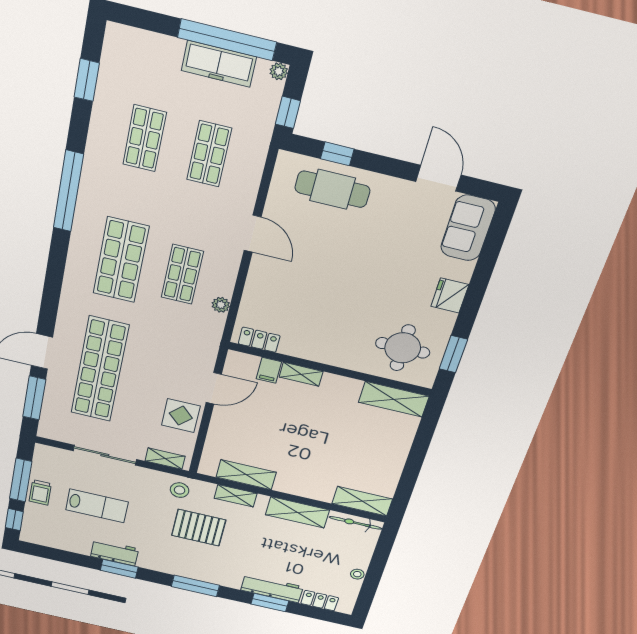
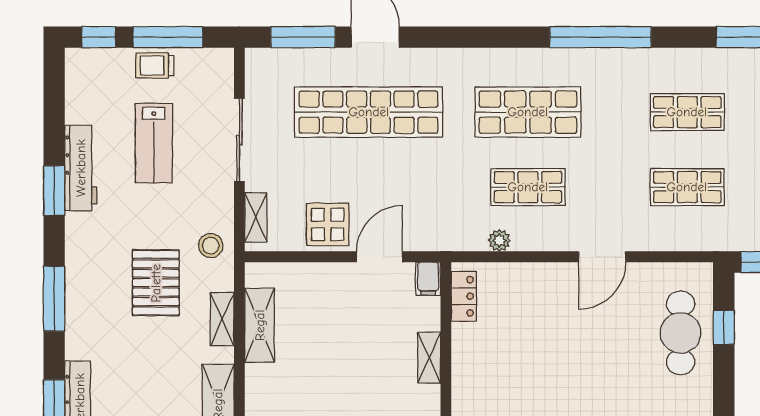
filing cabinet: (269, 370) -> (428, 279), moved, turned -90
door: (214, 388) -> (379, 257), swing flipped
workbench: (115, 553) -> (81, 168), width x1.38

